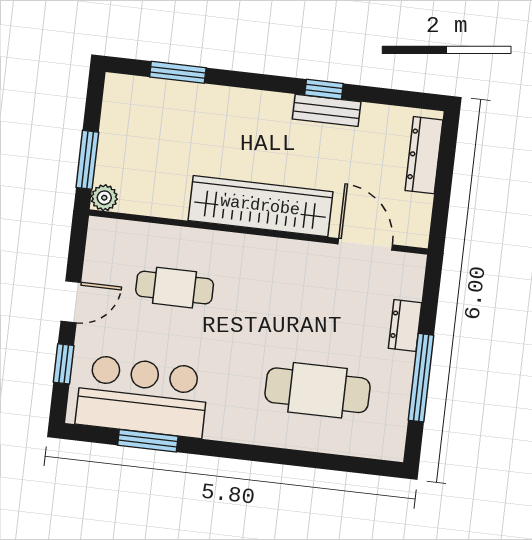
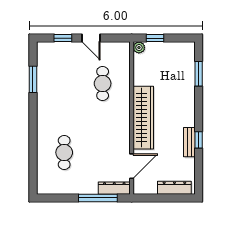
window: (87, 160) -> (155, 38), width x0.67
dresser: (405, 326) -> (114, 188), moved, width x1.44
window: (421, 378) -> (98, 198), moved
cafe table: (318, 390) -> (64, 152), width x0.73, depth x0.74
bar counter: (142, 396) -> (52, 75), removed

